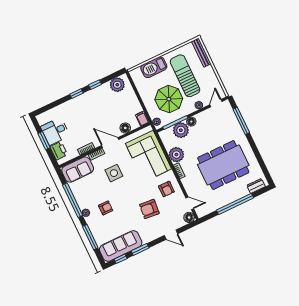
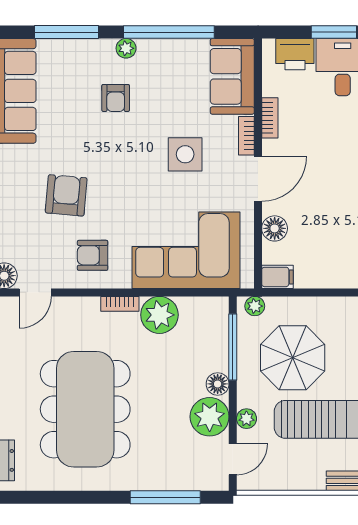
door: (216, 103) -> (233, 459), hinge flipped
plant: (181, 130) -> (210, 417), moved

